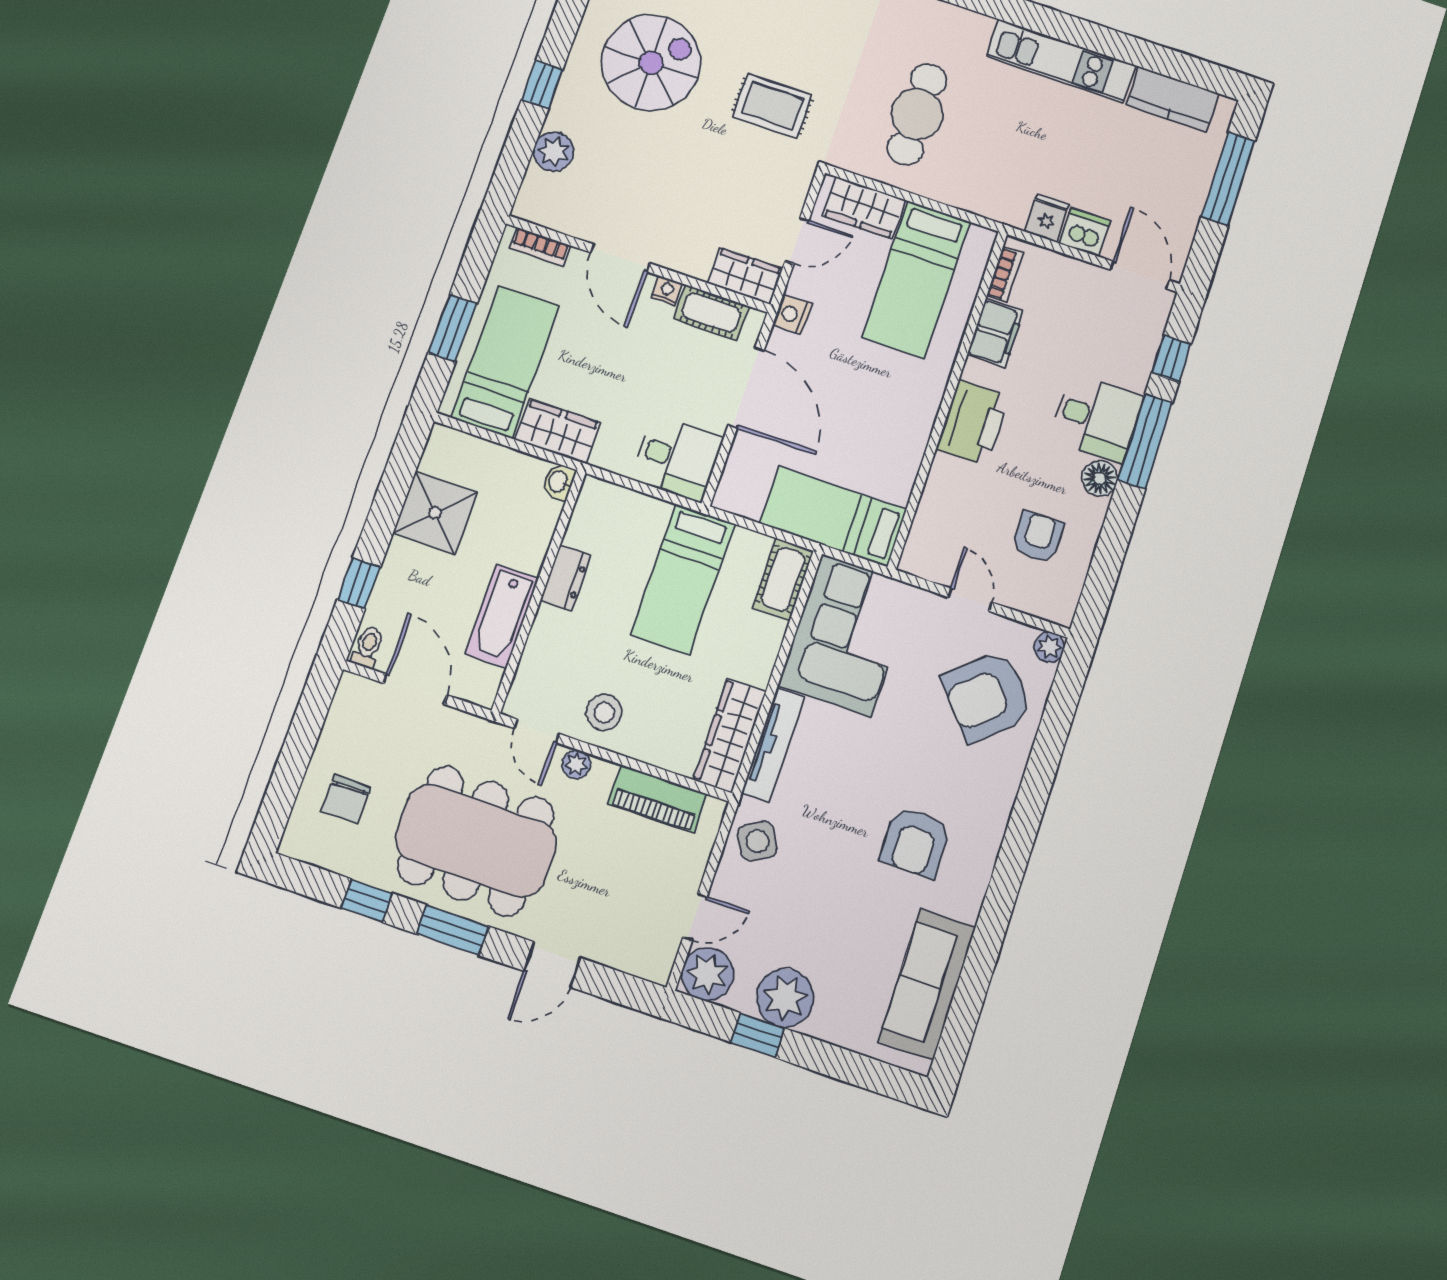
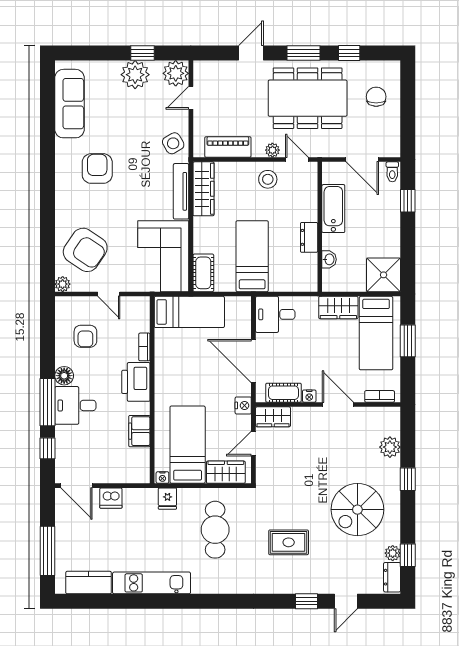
rug: (772, 106) -> (289, 542), moved
fridge: (1047, 218) -> (167, 499), moved
nightstand: (981, 237) -> (162, 477), added
bookcase: (1005, 275) -> (144, 347), moved
washbasin: (559, 482) -> (329, 259), moved
shower: (435, 513) -> (384, 275), moved
armchair: (987, 696) -> (85, 250), turned 75

